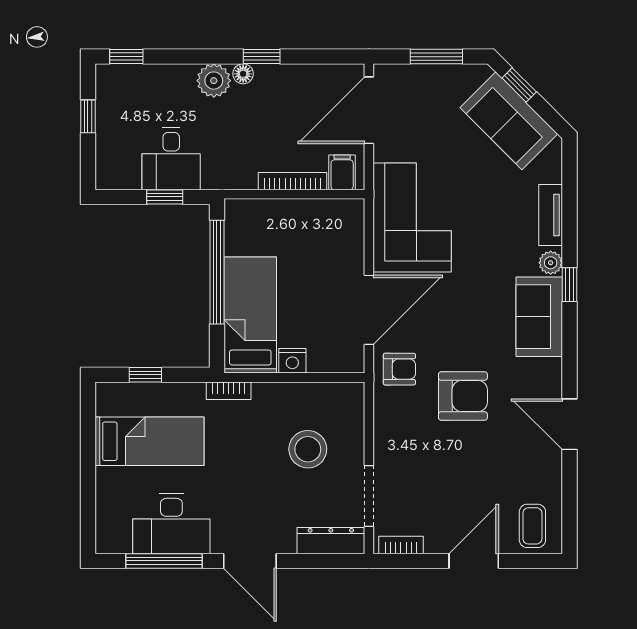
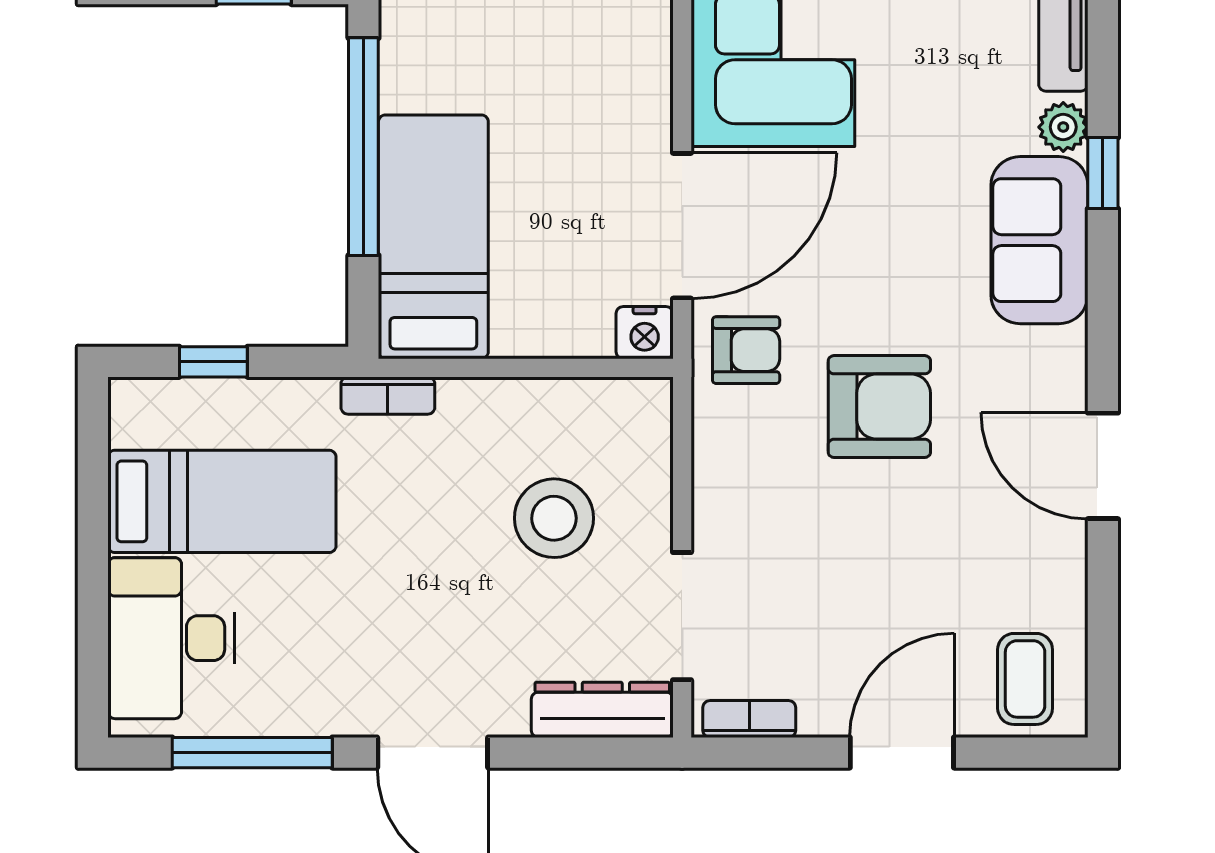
nightstand: (292, 361) -> (645, 333), moved
desk: (171, 524) -> (171, 638), moved, turned 90

